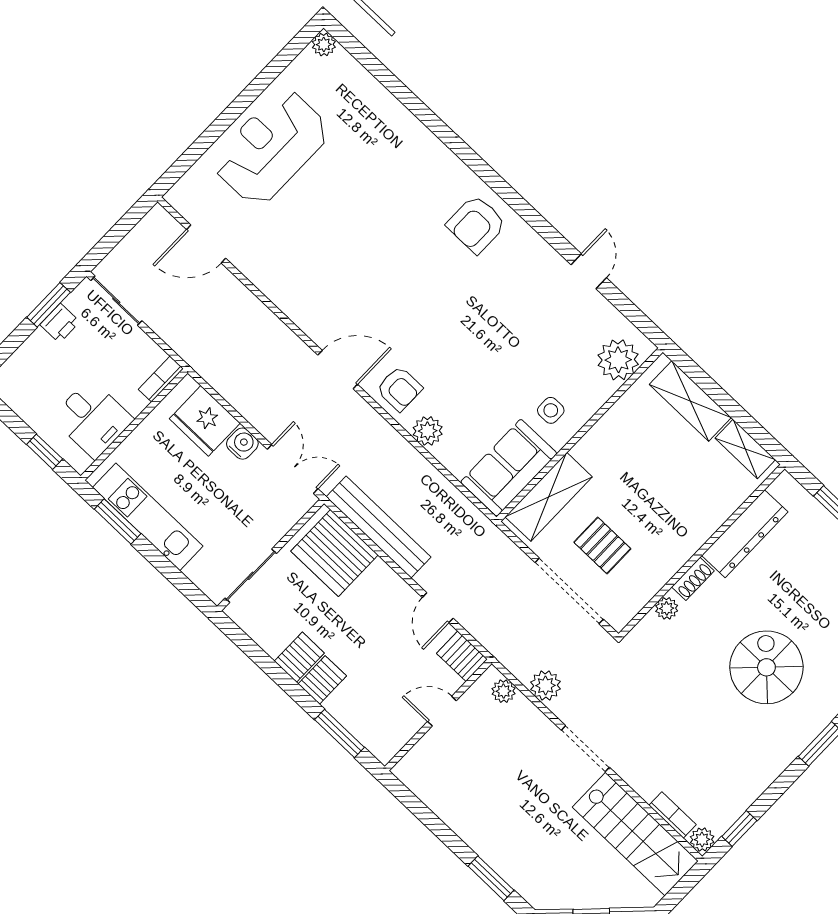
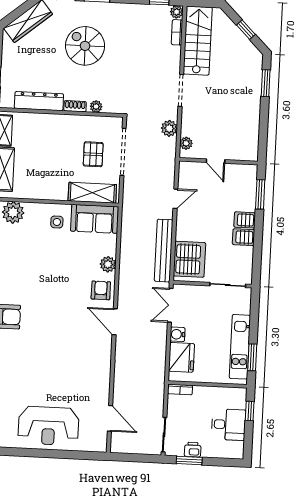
desk: (92, 419) -> (228, 425), moved, turned 90
server rack: (462, 656) -> (187, 172), removed
spiral stairs: (766, 667) -> (85, 46), turned 90

